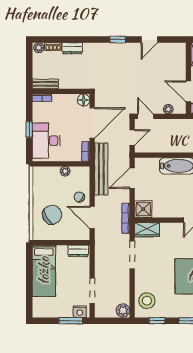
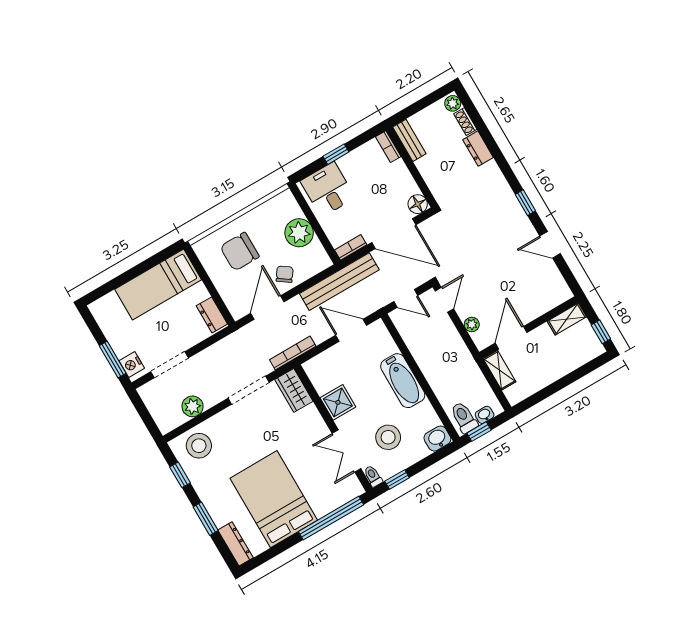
desk: (46, 141) -> (328, 189), width x0.73
plant: (65, 171) -> (299, 233), width x1.88, depth x1.88
shower: (143, 209) -> (338, 402), moved
chair: (52, 215) -> (240, 252), turned 121
plant: (123, 310) -> (193, 406), moved

